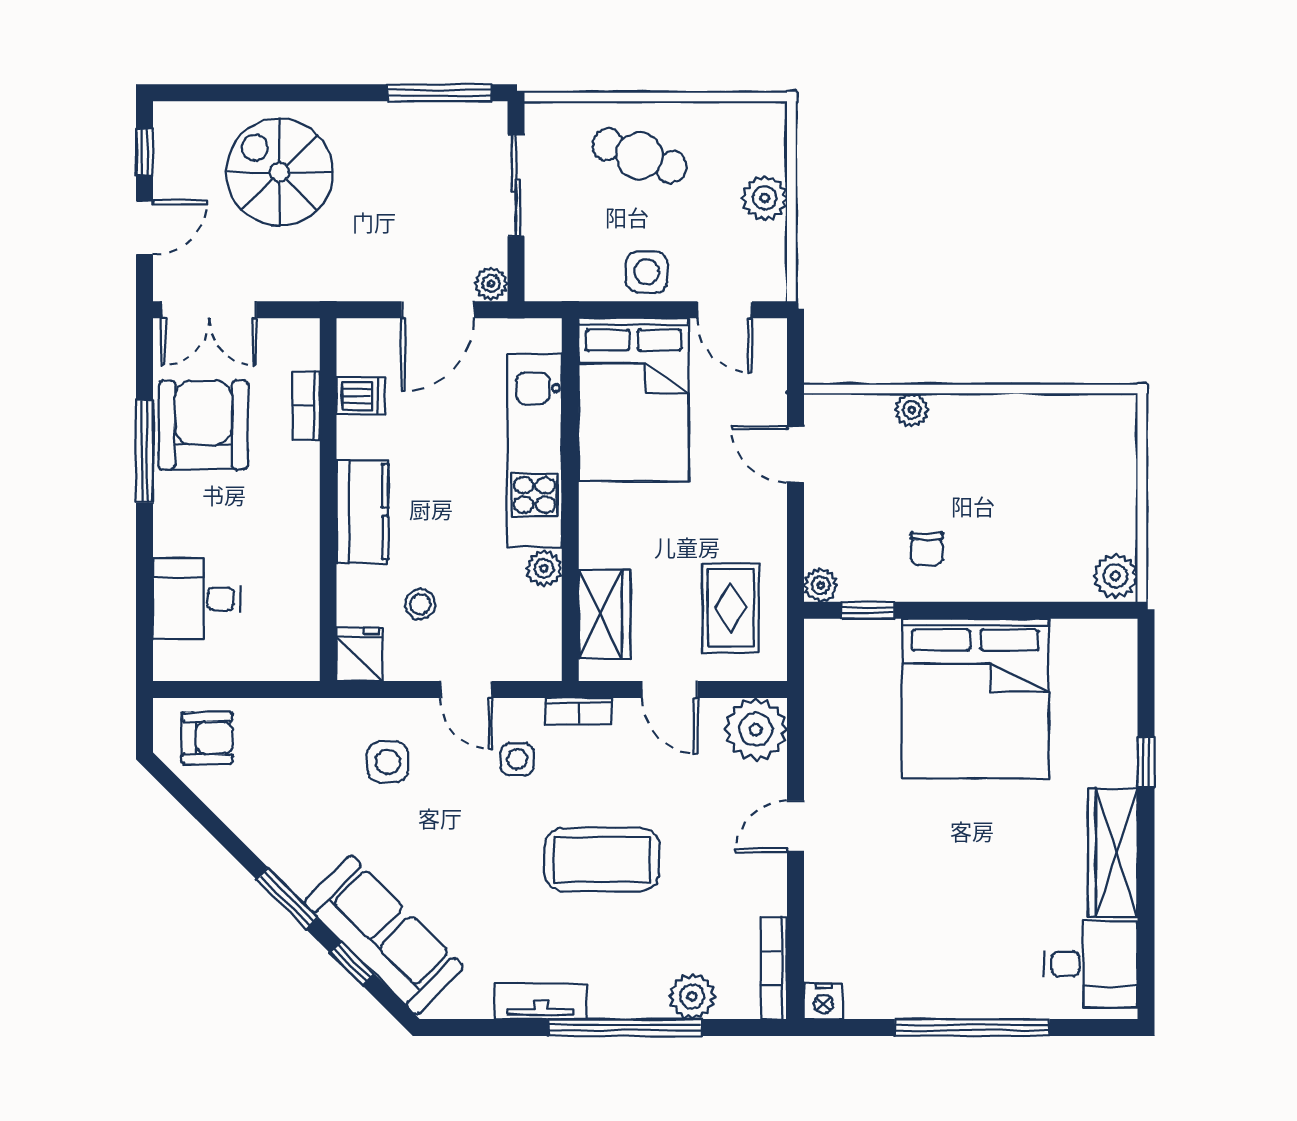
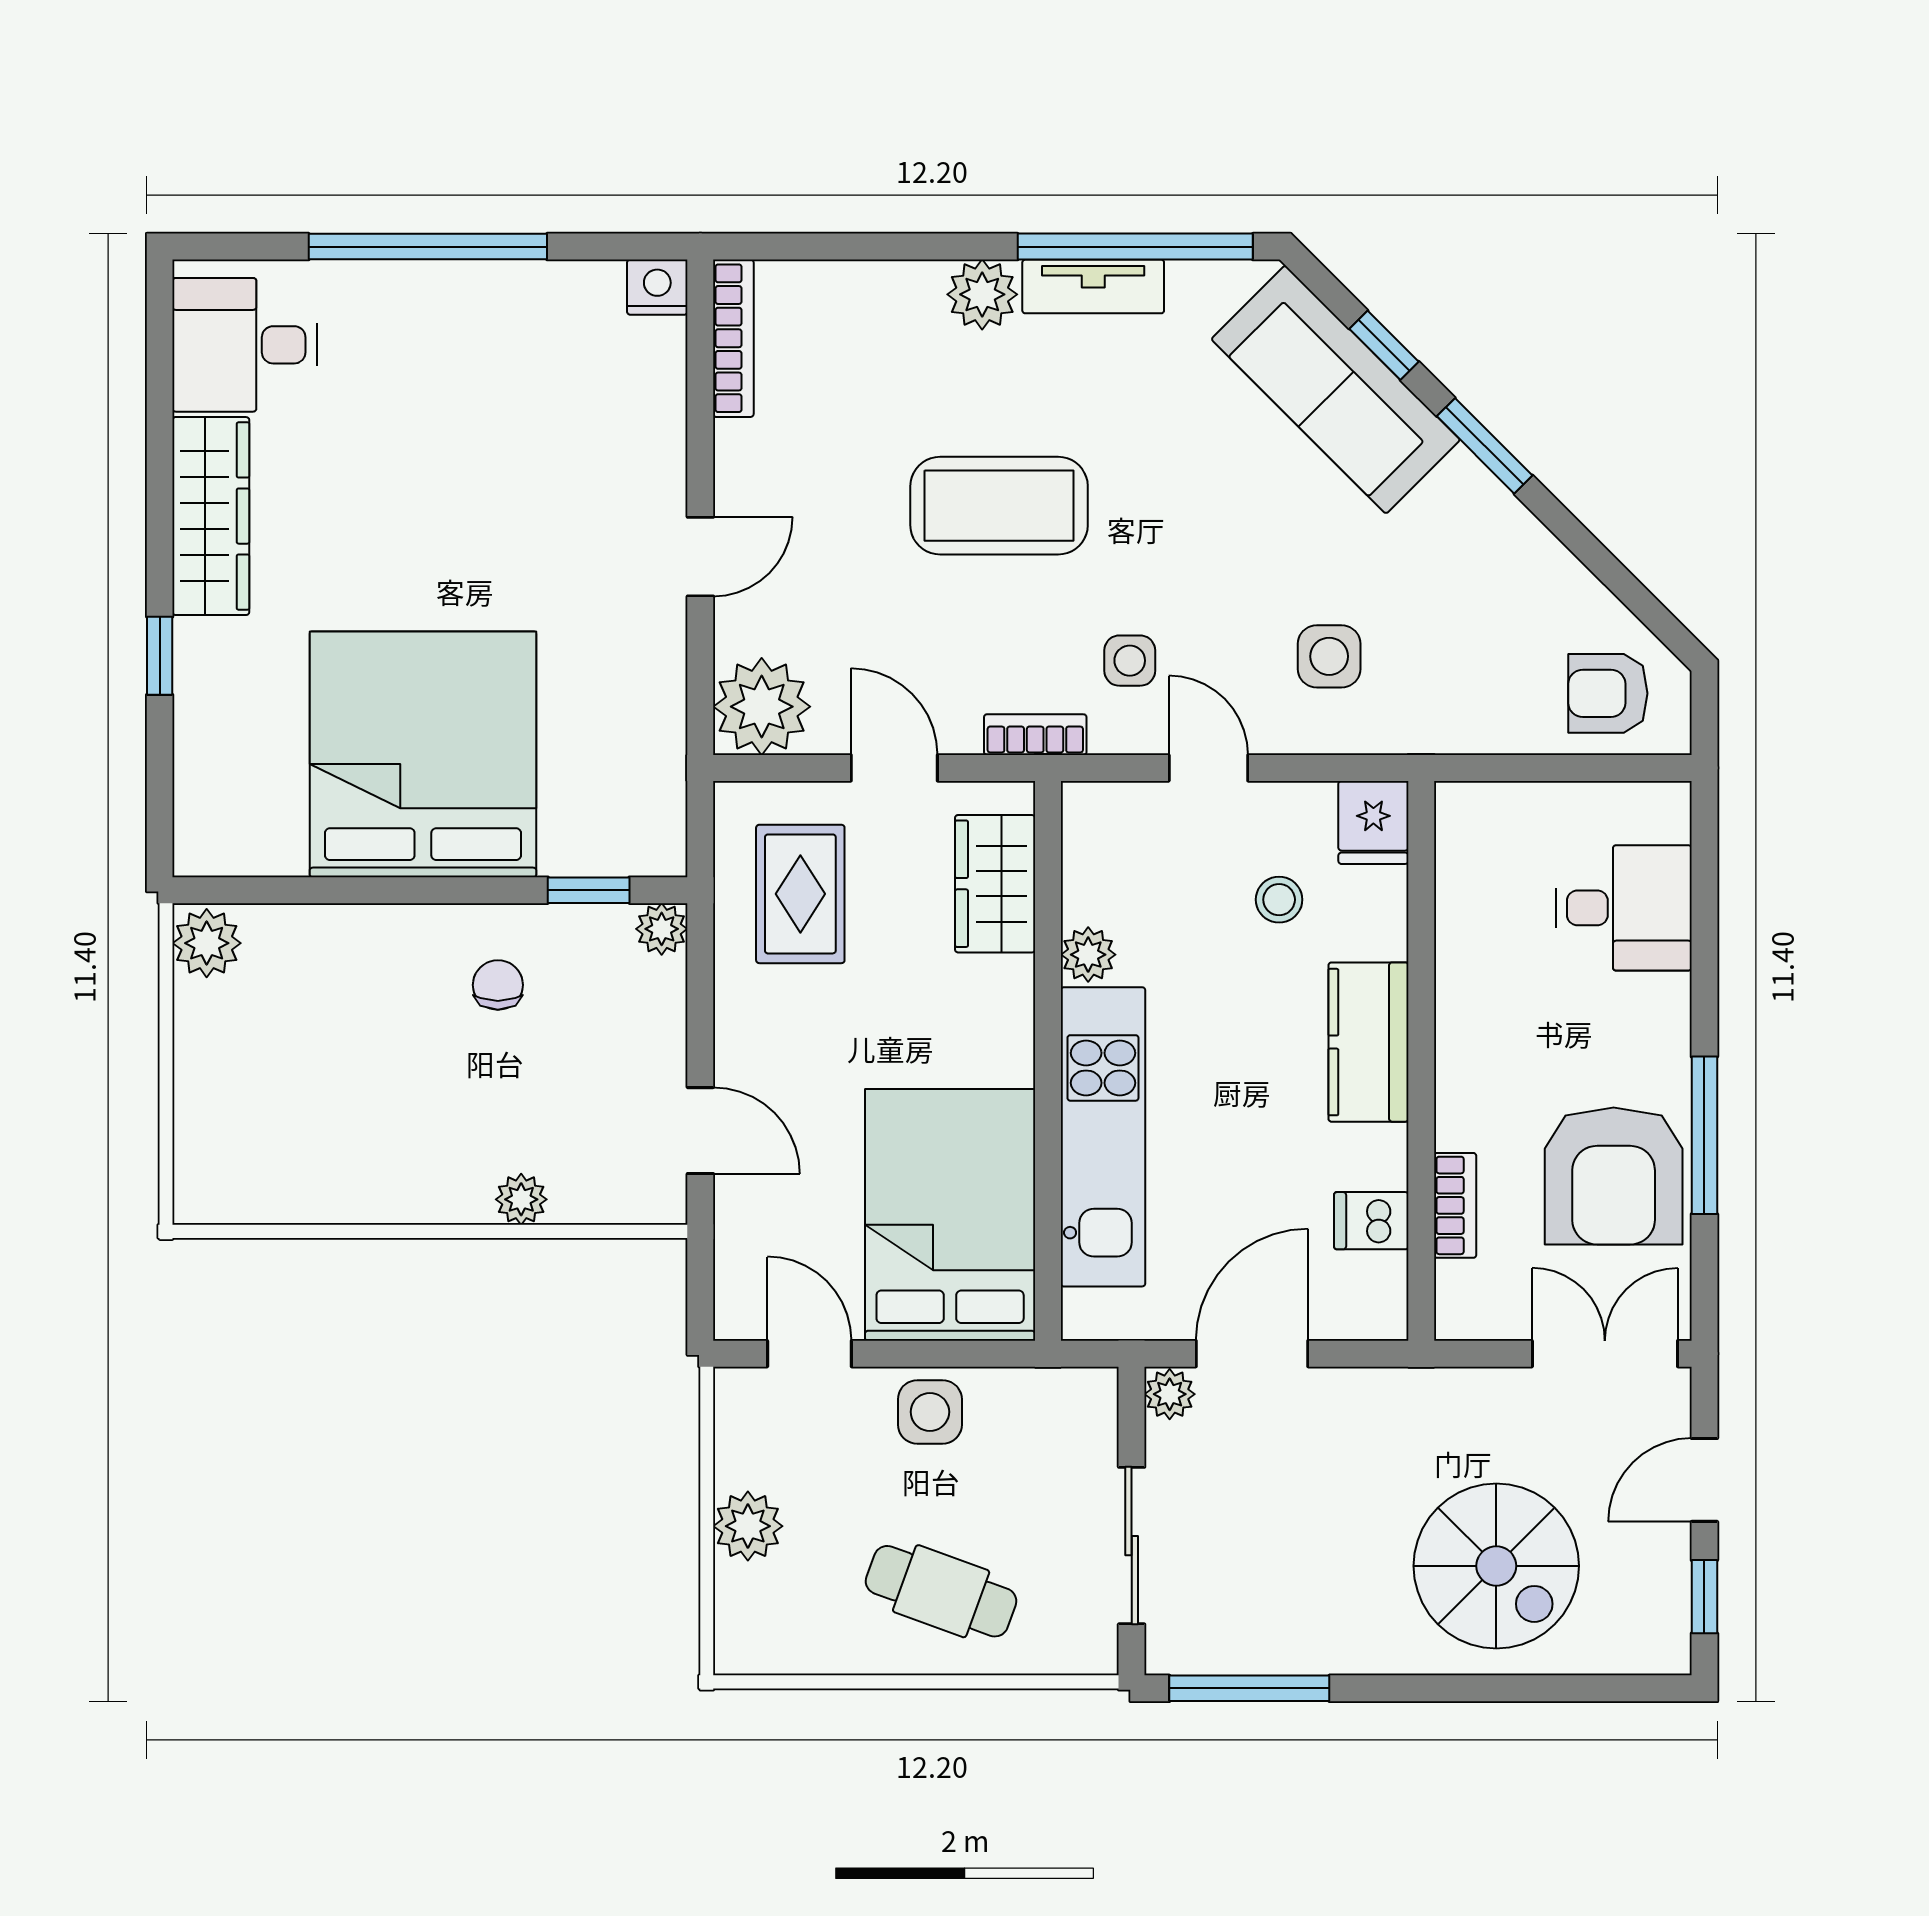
plant: (692, 996) -> (982, 294), moved
window: (625, 1028) -> (1135, 247), moved

